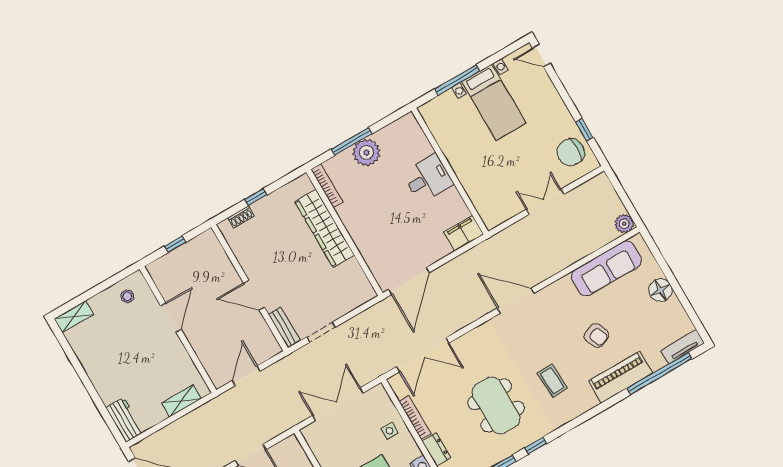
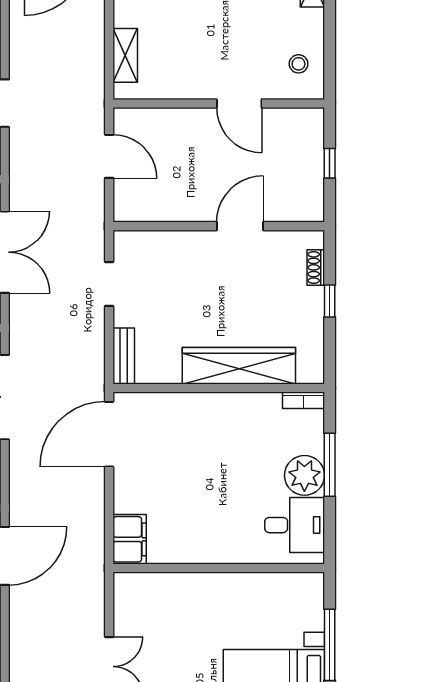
desk: (428, 178) -> (295, 525), moved, turned -90
bookcase: (327, 186) -> (303, 400), width x0.64
door: (409, 281) -> (109, 434), hinge flipped
door: (254, 295) -> (240, 226), moved
bench: (284, 327) -> (124, 356), moved, turned 90

